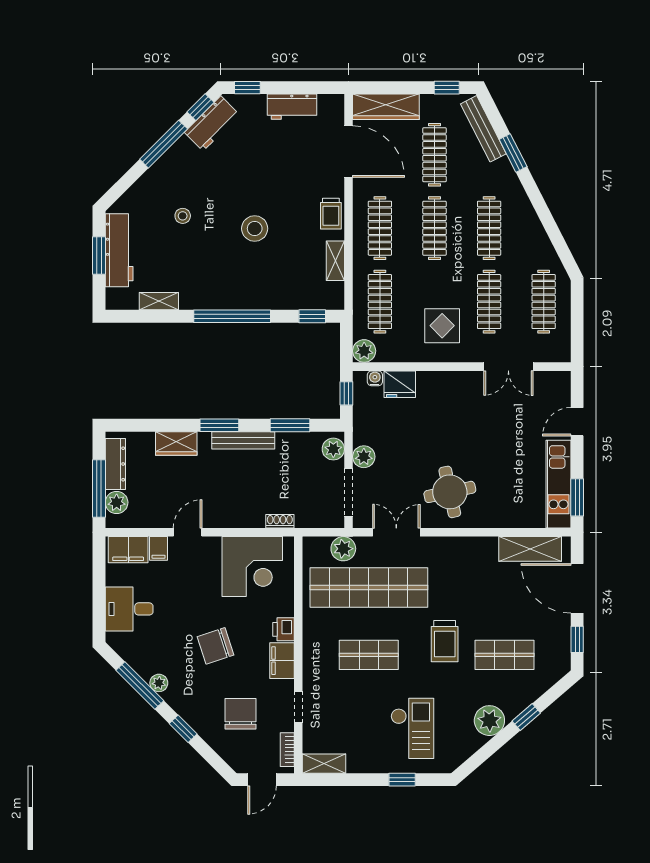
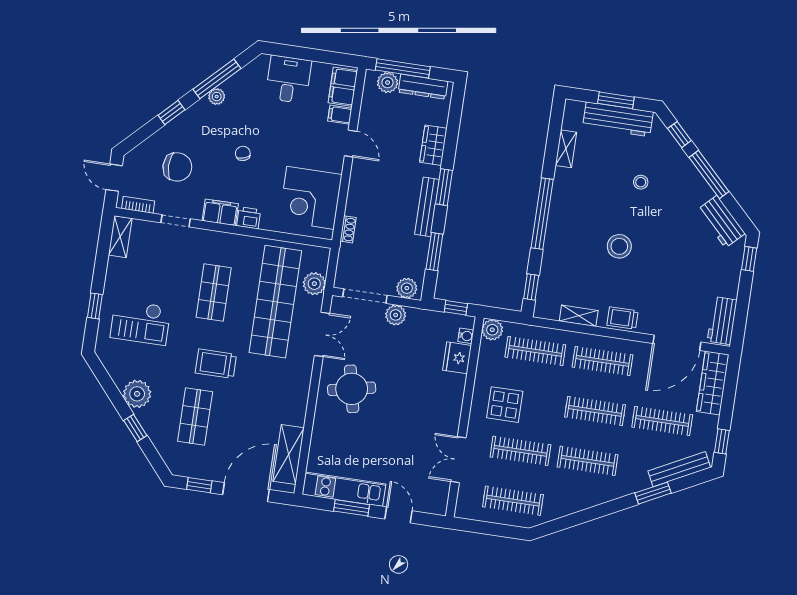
window: (200, 107) -> (679, 135), moved
workbench: (292, 107) -> (722, 321), moved
window: (577, 497) -> (351, 508), moved
chair: (215, 646) -> (243, 153), width x0.54, depth x0.54

